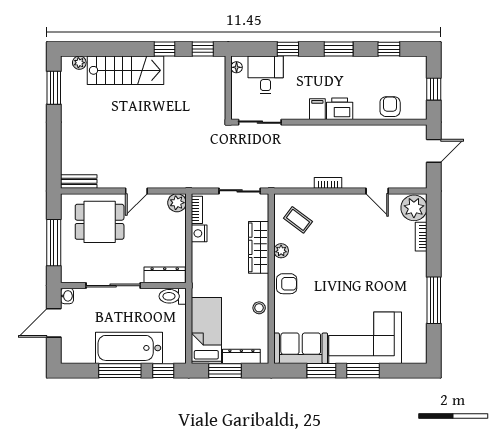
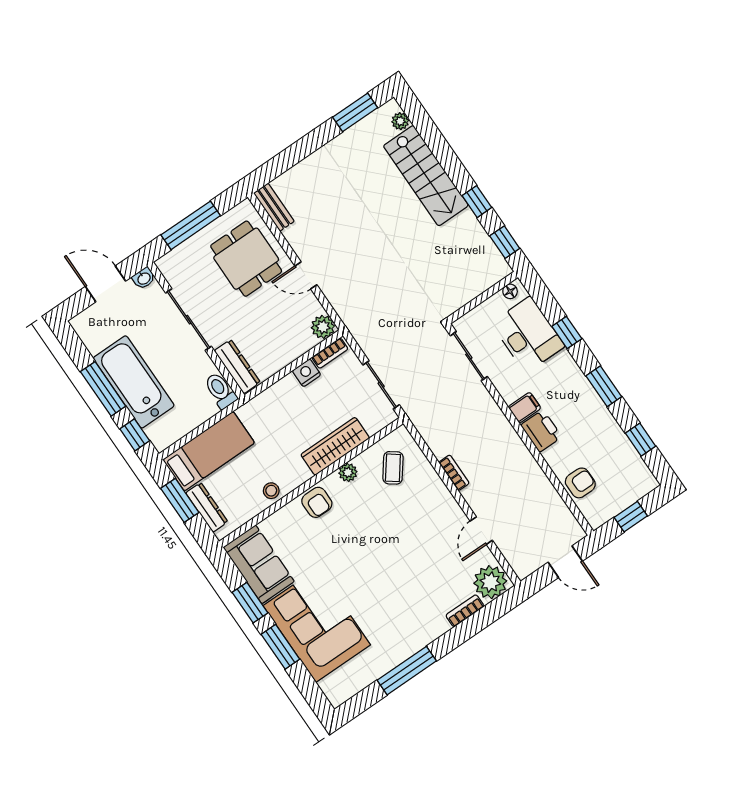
desk: (266, 75) -> (528, 335), width x1.37

